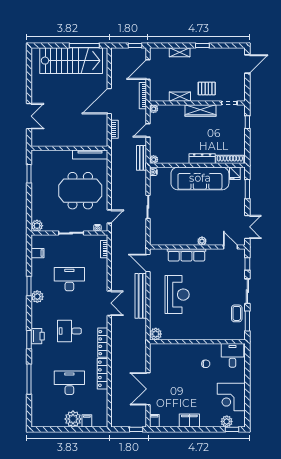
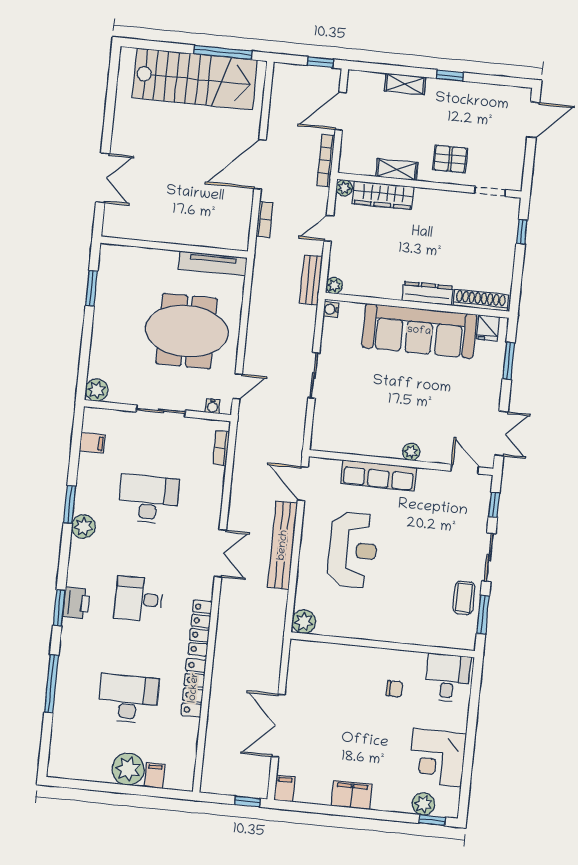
wardrobe: (200, 111) -> (383, 195), moved

